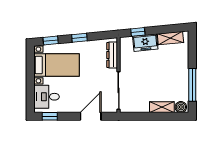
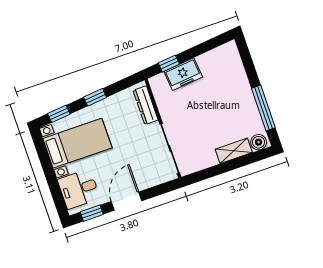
shelving: (170, 38) -> (214, 57), removed
door: (91, 116) -> (126, 201), moved

